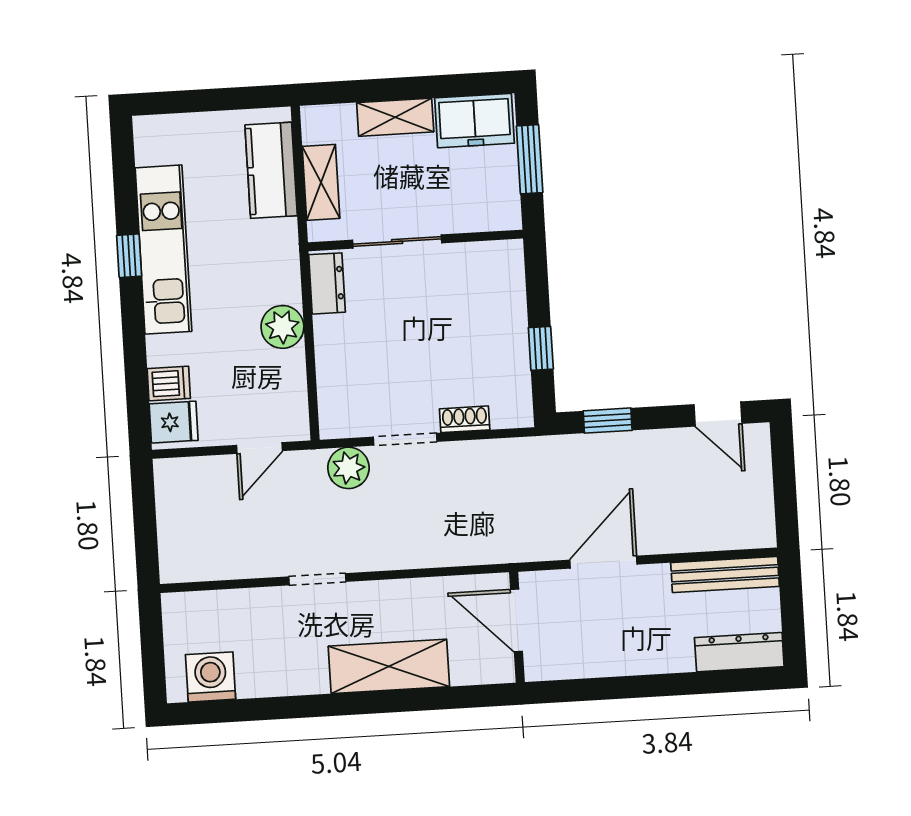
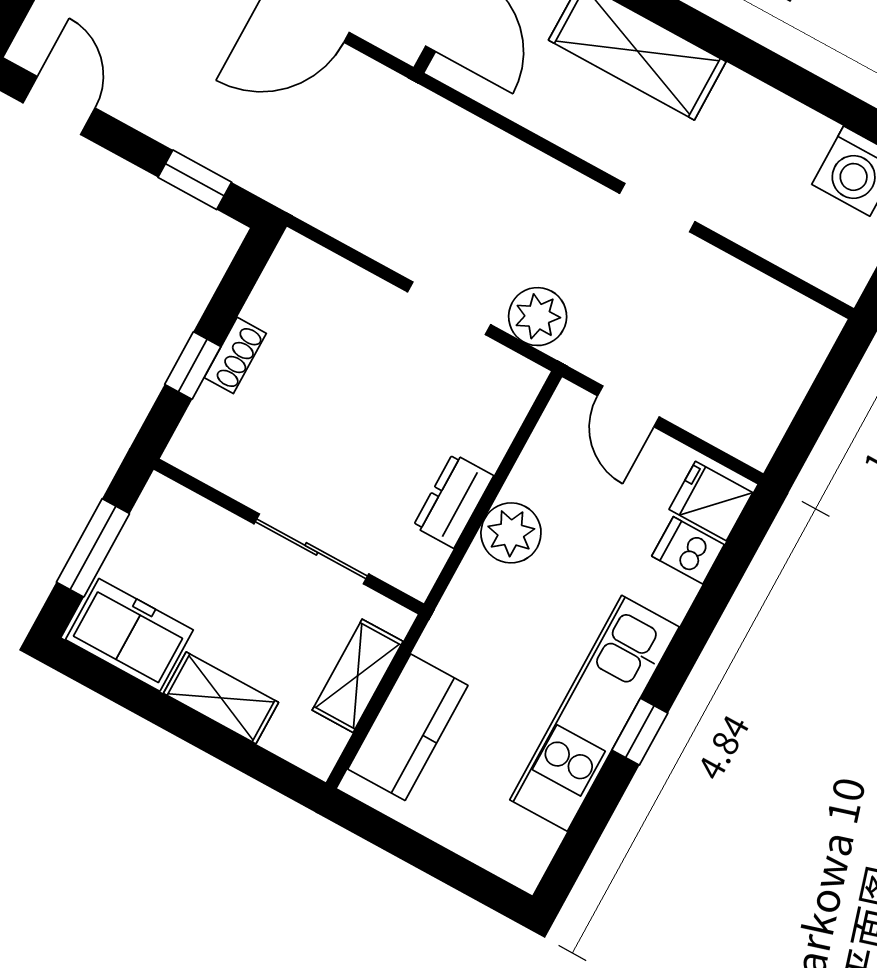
dresser: (327, 283) -> (453, 501), moved
window: (541, 348) -> (193, 366), moved
shoe rack: (465, 419) -> (235, 355), moved, turned -90
door: (259, 448) -> (628, 406), swing flipped

